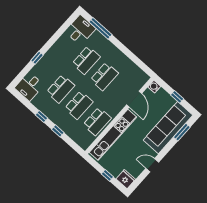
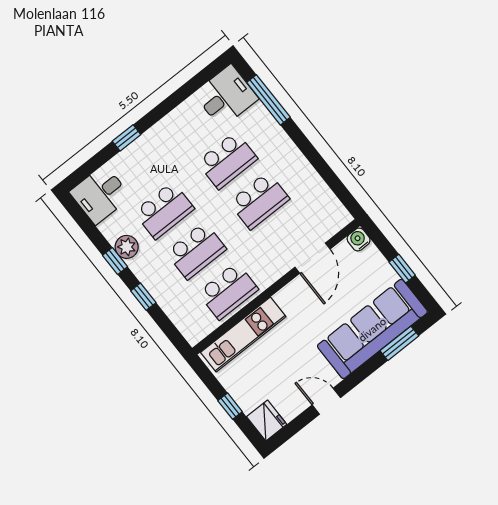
plant: (46, 109) -> (127, 247), added
kitchen unit: (113, 135) -> (243, 334), width x0.73

